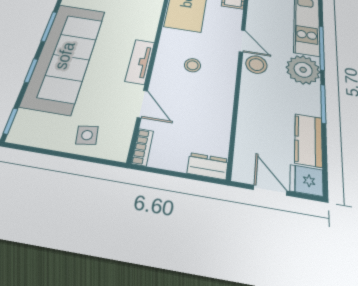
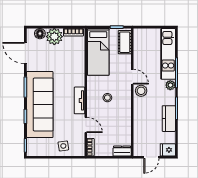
plant: (303, 70) -> (170, 85), width x0.53, depth x0.53
kitchen counter: (308, 140) -> (169, 119), moved
door: (270, 190) -> (151, 157), swing flipped

